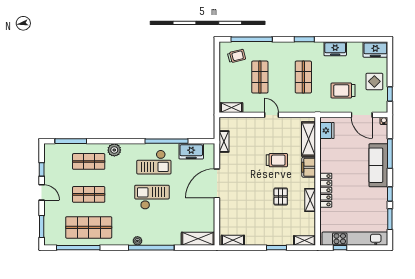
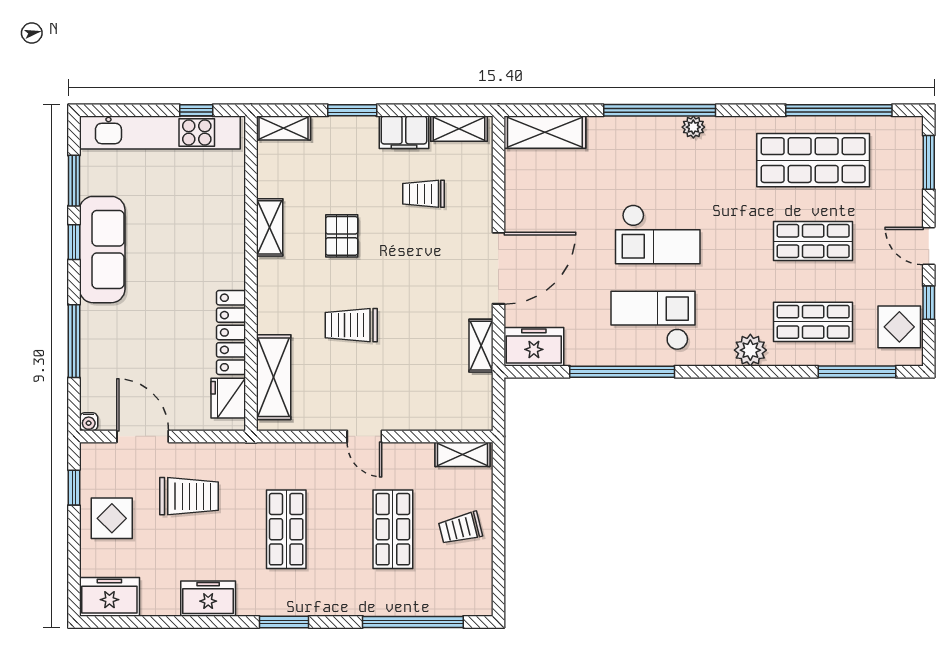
trolley: (237, 56) -> (460, 528), moved
shelving: (224, 142) -> (481, 346), moved
freezer: (191, 151) -> (534, 347), moved
display table: (54, 159) -> (899, 327), added
sofa: (378, 165) -> (102, 250), moved
filing cabinet: (309, 167) -> (404, 132), moved, turned 90
locker: (326, 190) -> (231, 332), moved
trolley: (247, 214) -> (423, 194), added

